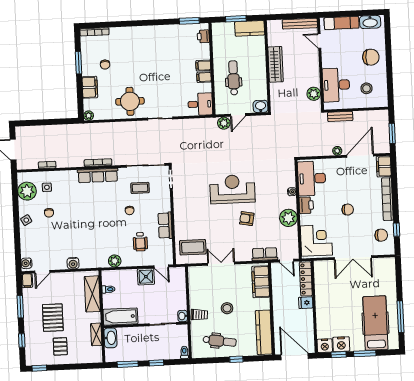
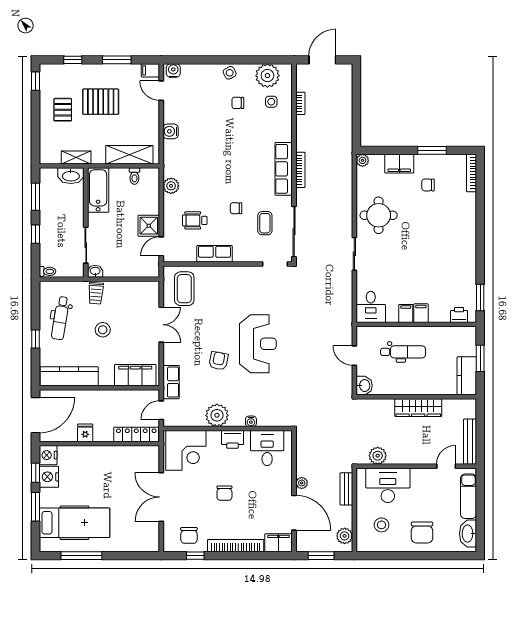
plant: (224, 123) -> (345, 536), moved
desk: (312, 178) -> (267, 448), width x0.73
fridge: (306, 303) -> (85, 433), moved
pallet: (60, 346) -> (63, 110), turned 90

